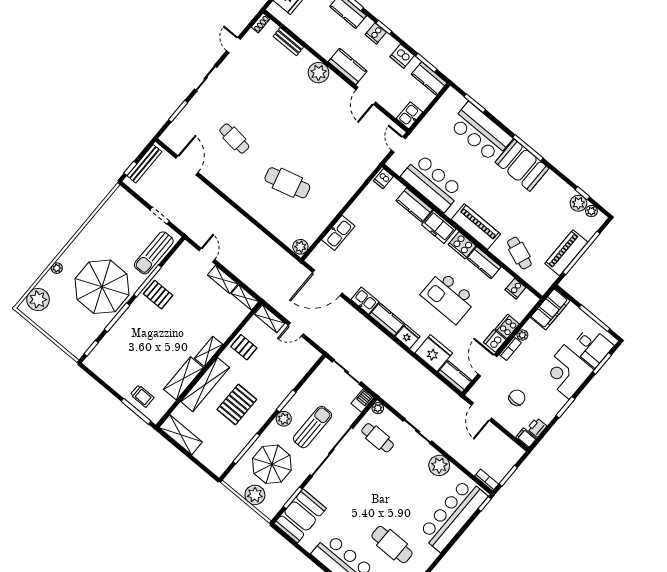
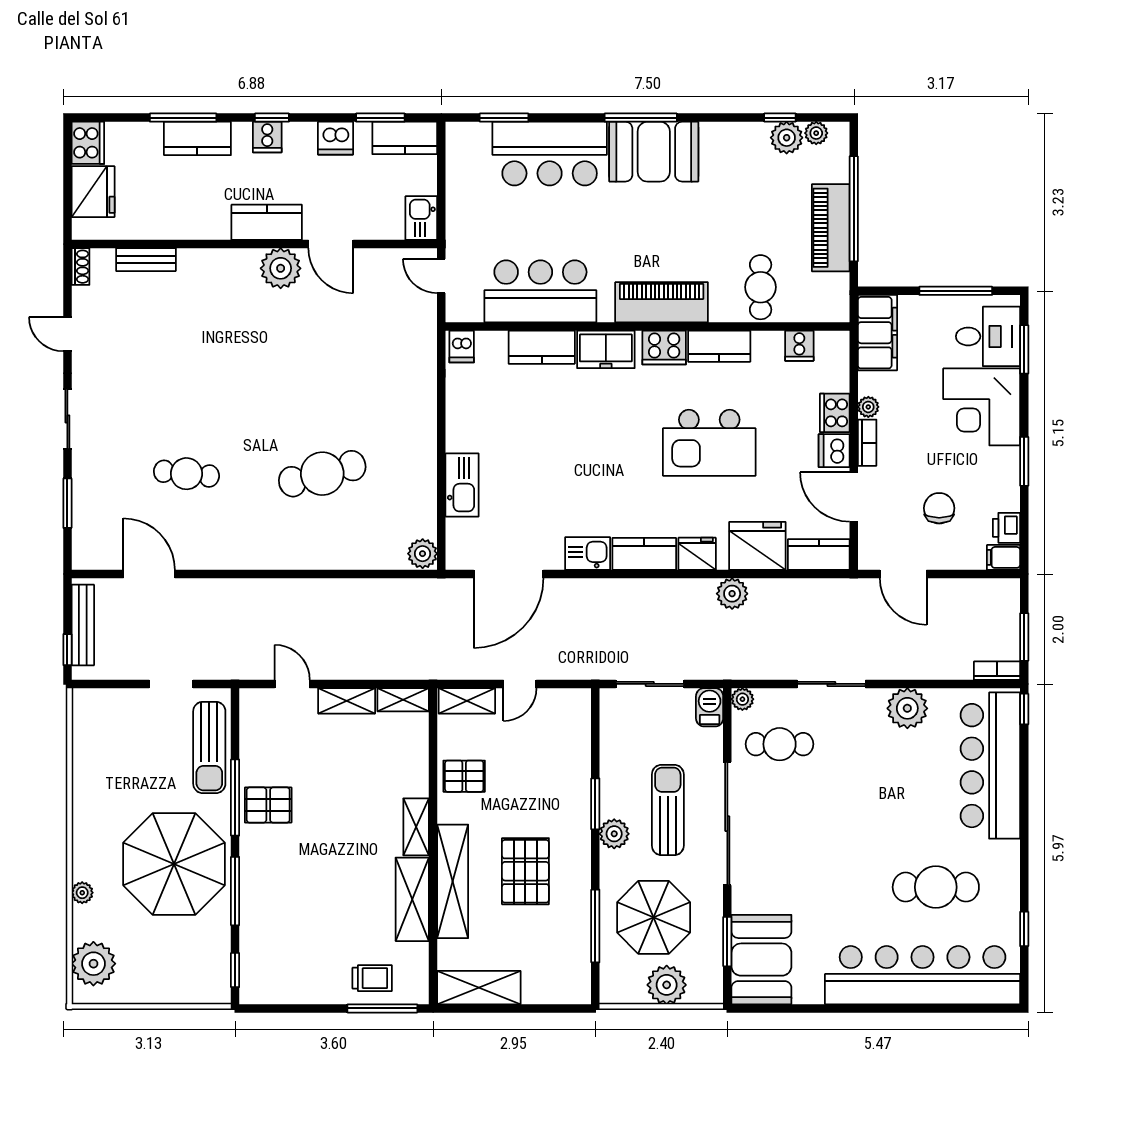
plant: (318, 73) -> (281, 268), moved
cafe table: (519, 253) -> (761, 287), turned 69
plant: (408, 363) -> (732, 594), added

